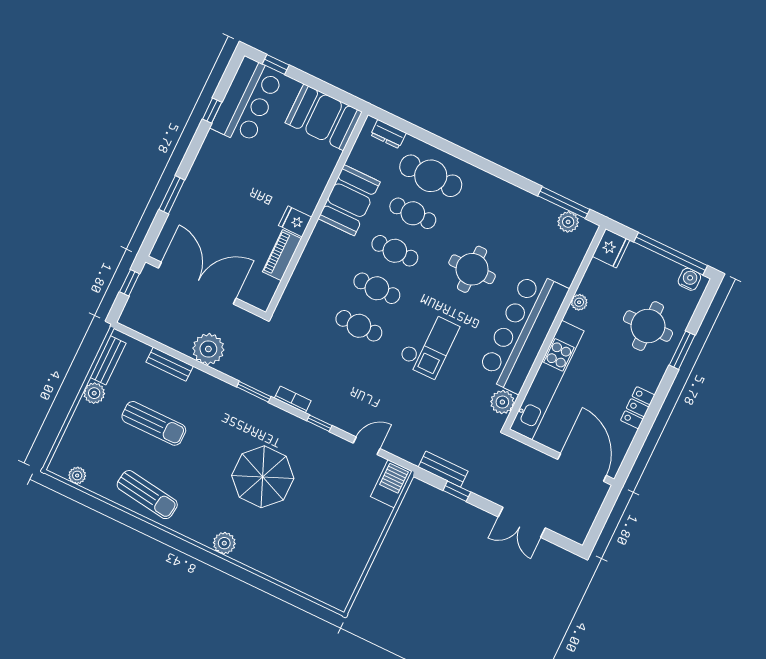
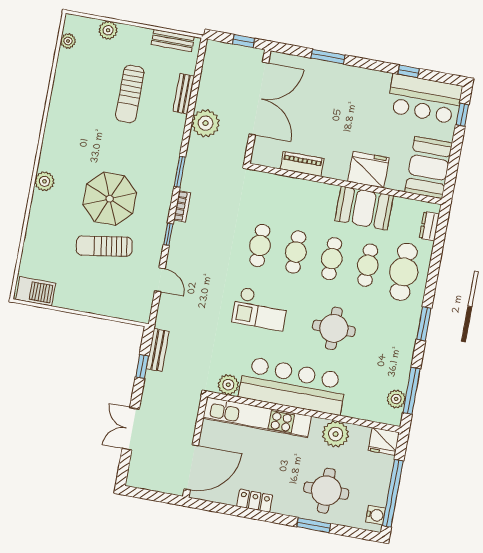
window: (494, 169) -> (424, 324), added
fridge: (295, 221) -> (368, 170), moved, width x1.88, depth x1.34
plant: (579, 302) -> (336, 434), width x1.88, depth x1.88
plant: (94, 393) -> (108, 30), moved
barbecue: (391, 484) -> (36, 291), moved
sun lounger: (147, 495) -> (104, 246), moved, turned 73

